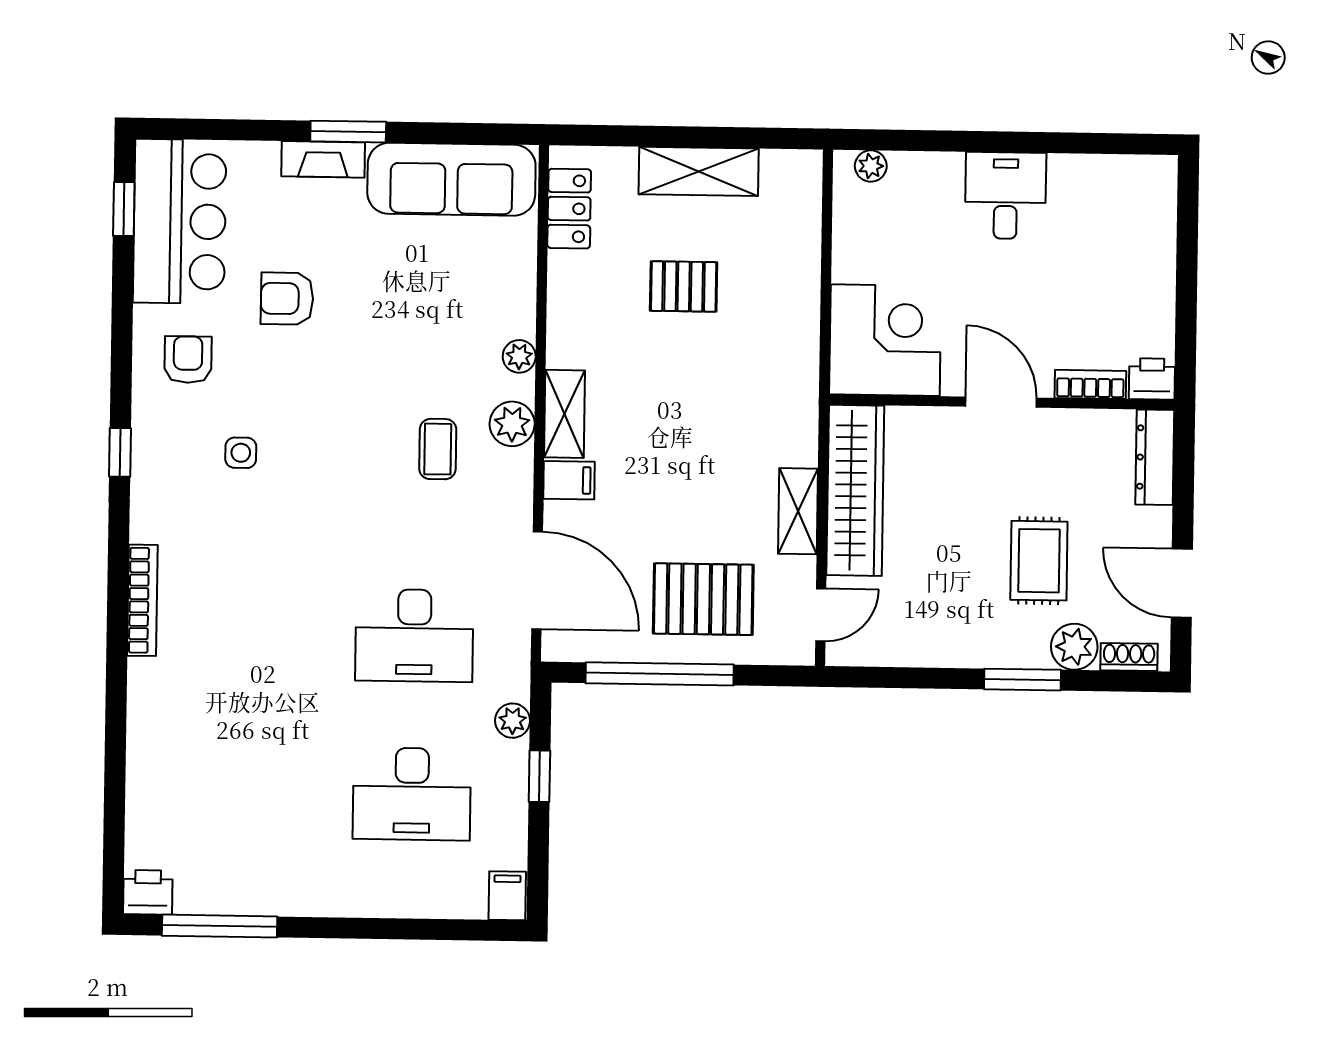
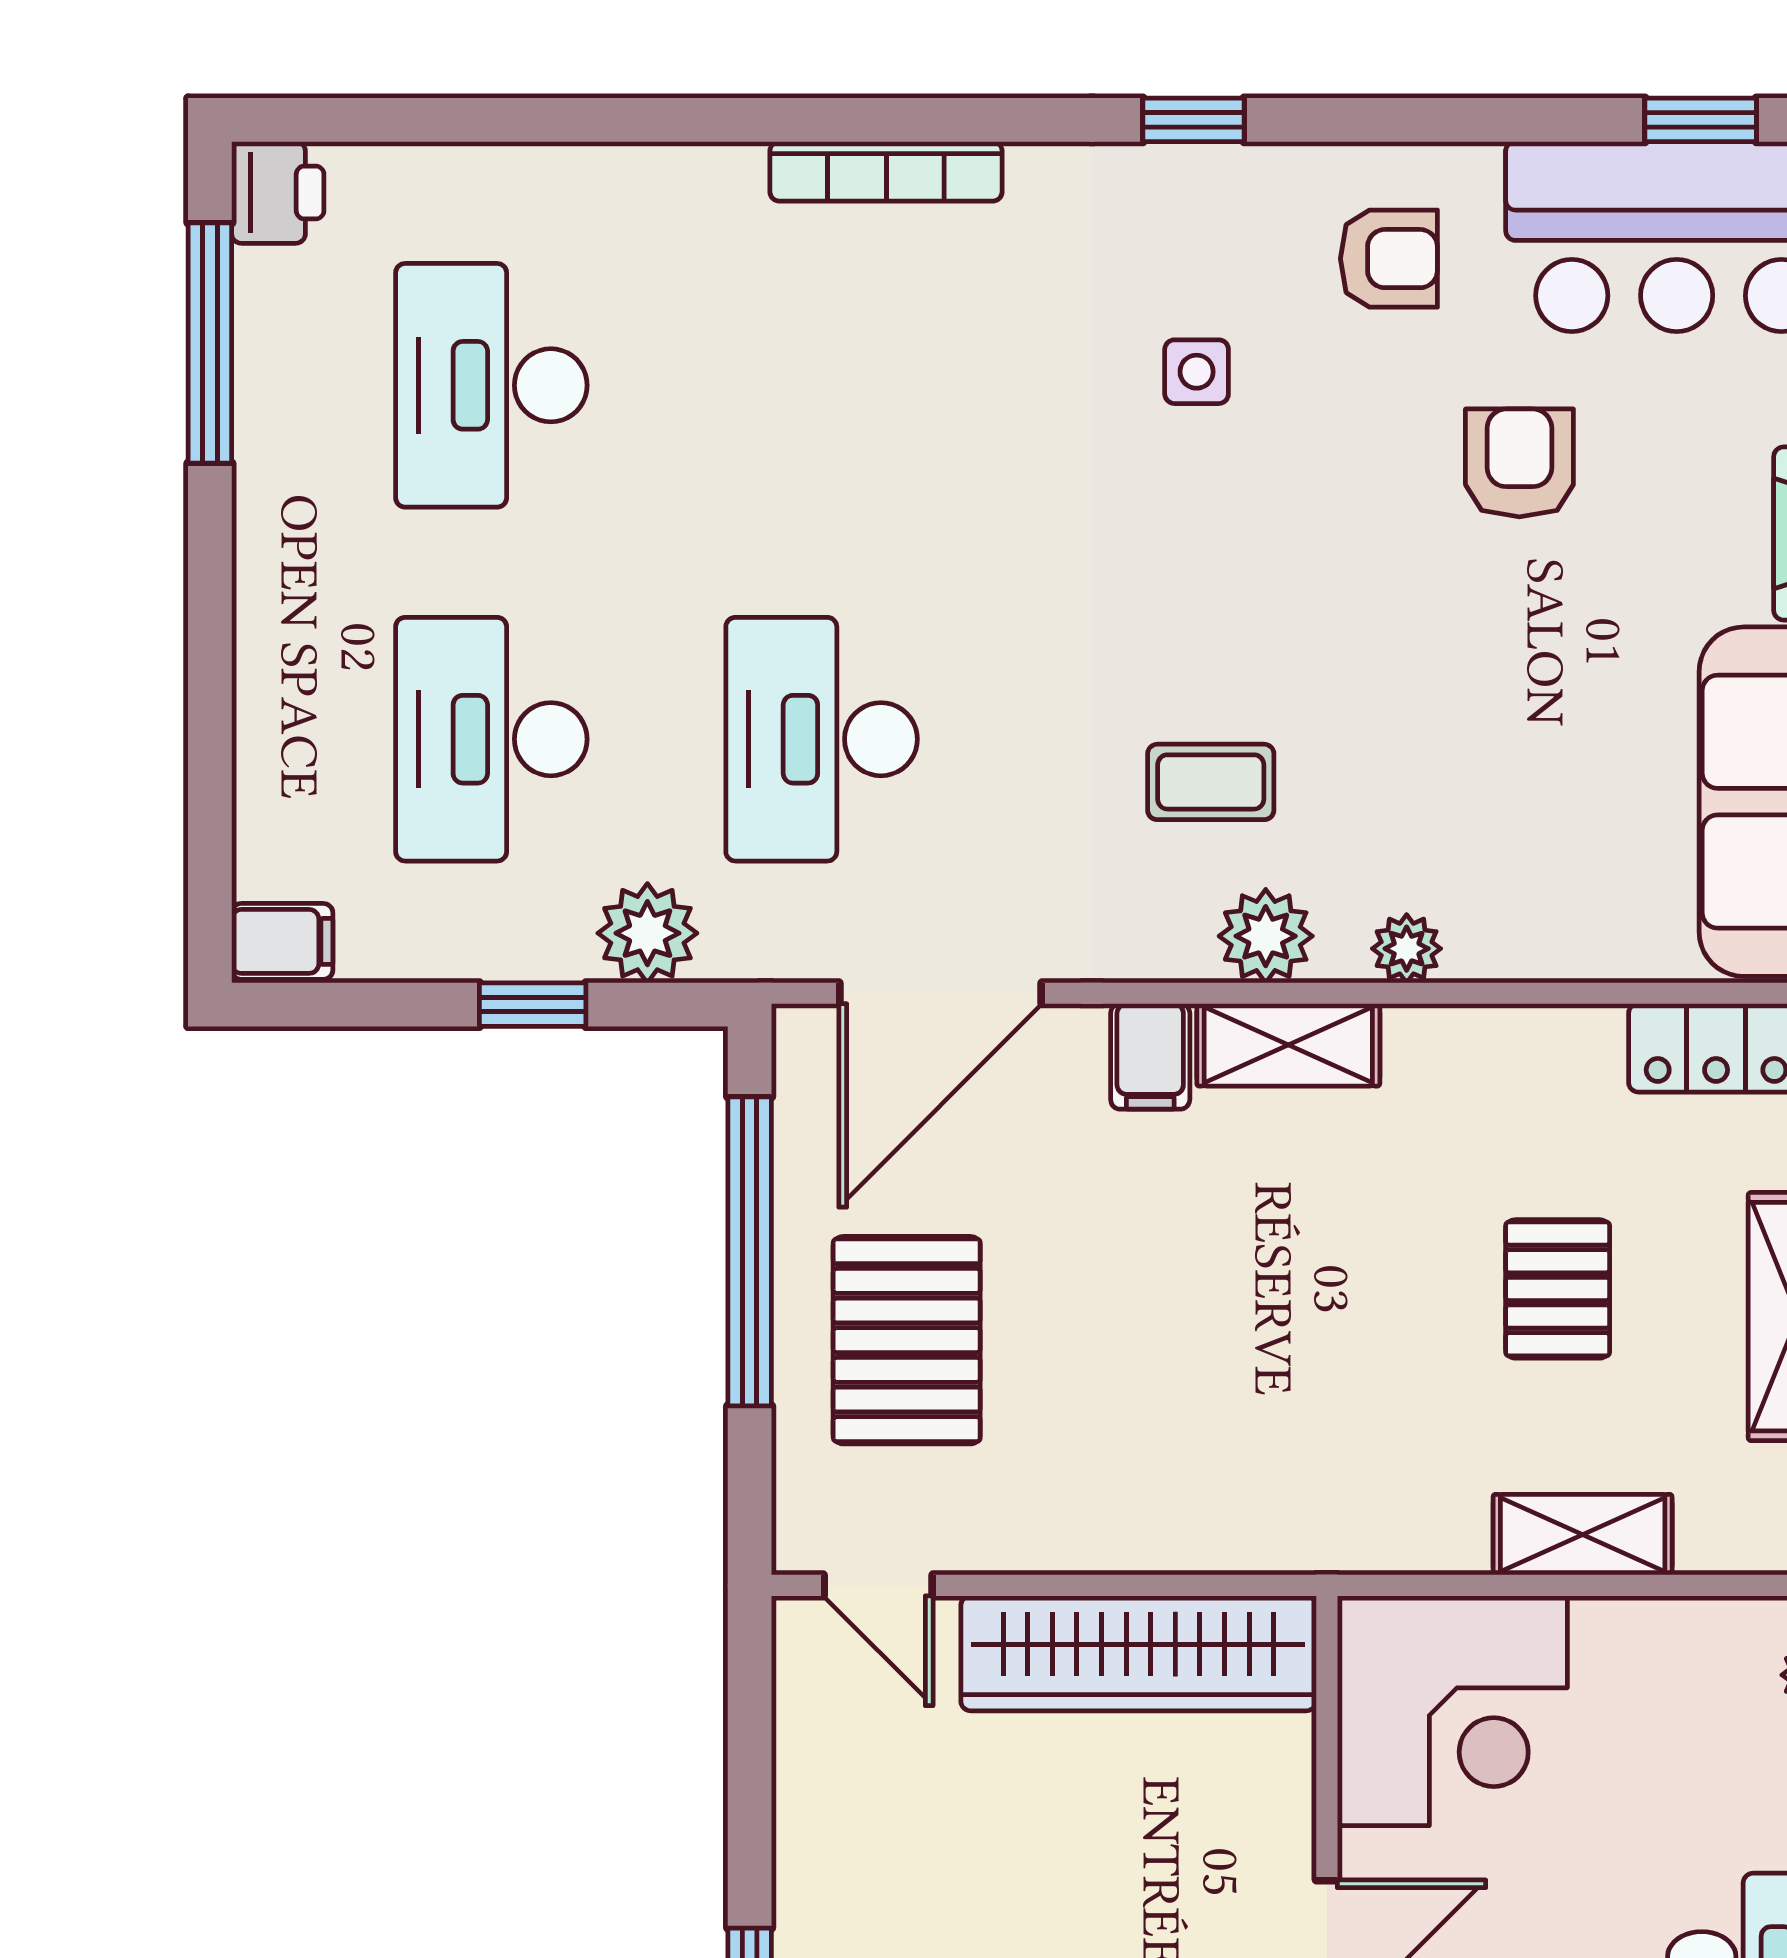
shelving: (798, 511) -> (1583, 1535), moved
plant: (513, 721) -> (647, 933), width x1.38, depth x1.38
desk: (242, 791) -> (491, 385), added

